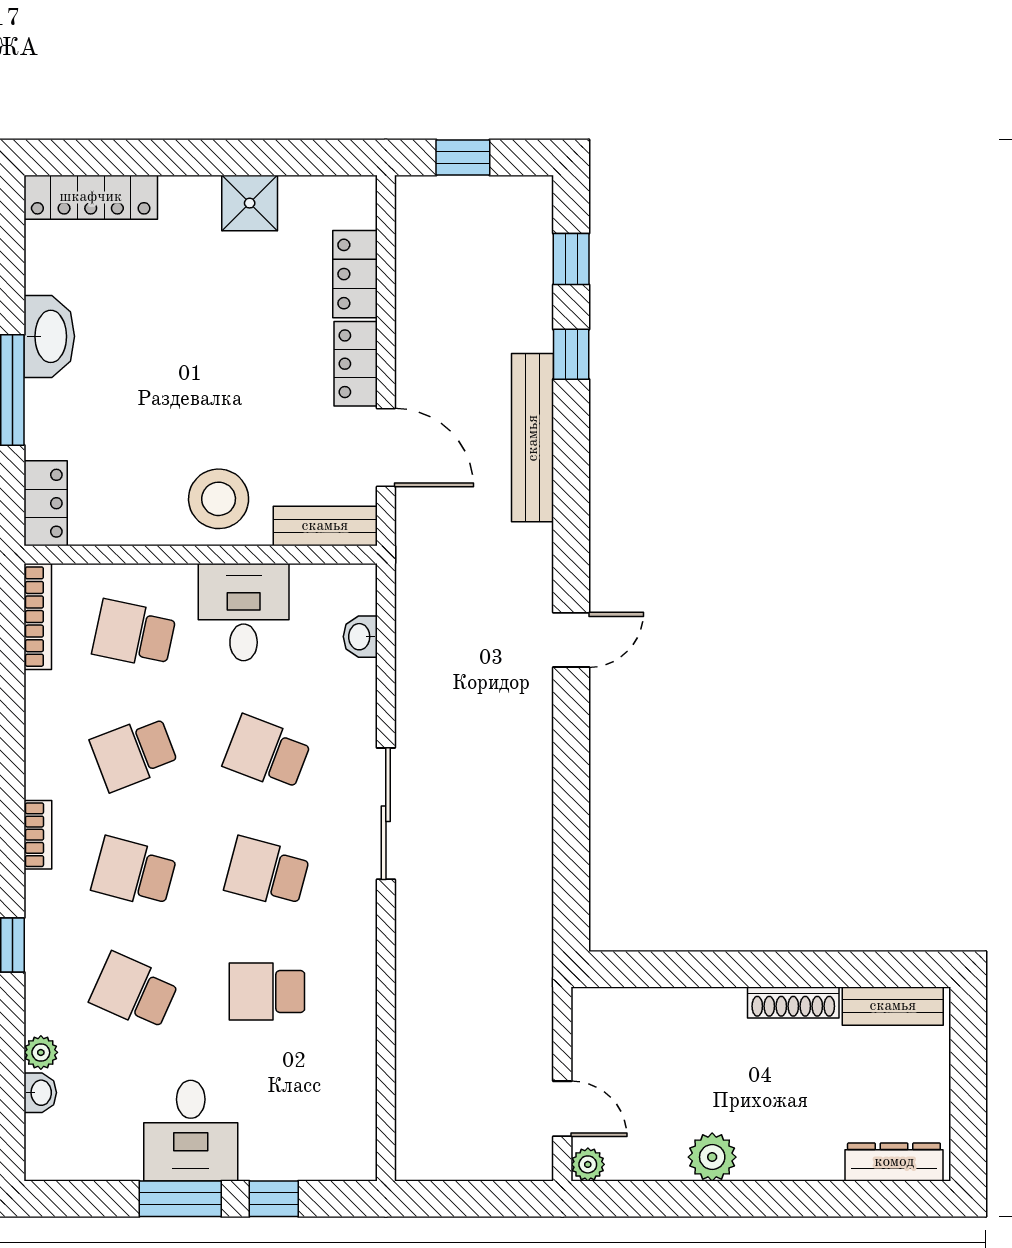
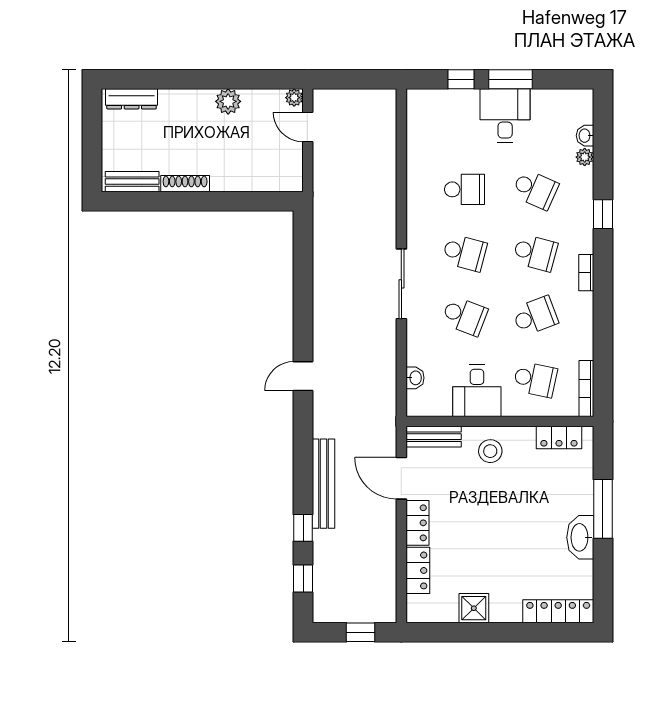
stool: (219, 499) -> (490, 451), width x0.73, depth x0.73
locker: (46, 503) -> (559, 438), moved, turned -90

